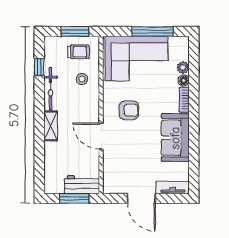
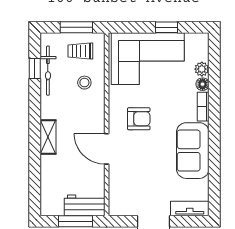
window: (153, 31) -> (167, 27), width x0.46
trolley: (78, 52) -> (80, 51), turned 180
bicycle: (51, 88) -> (48, 71), moved

